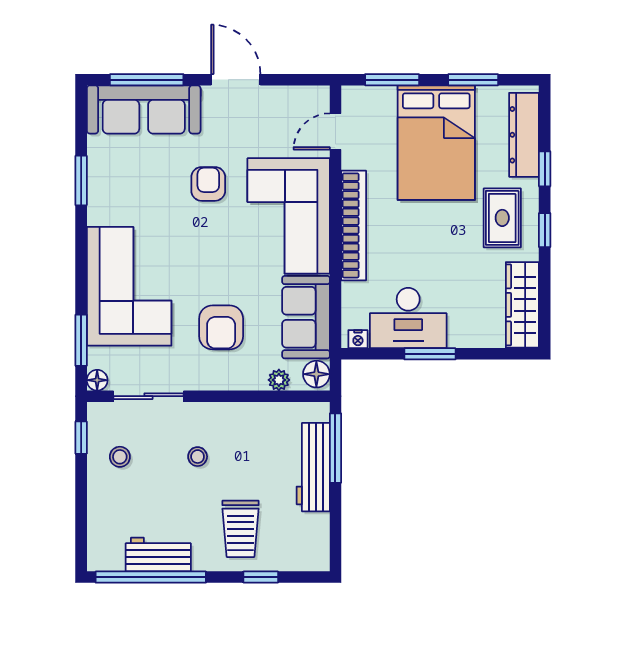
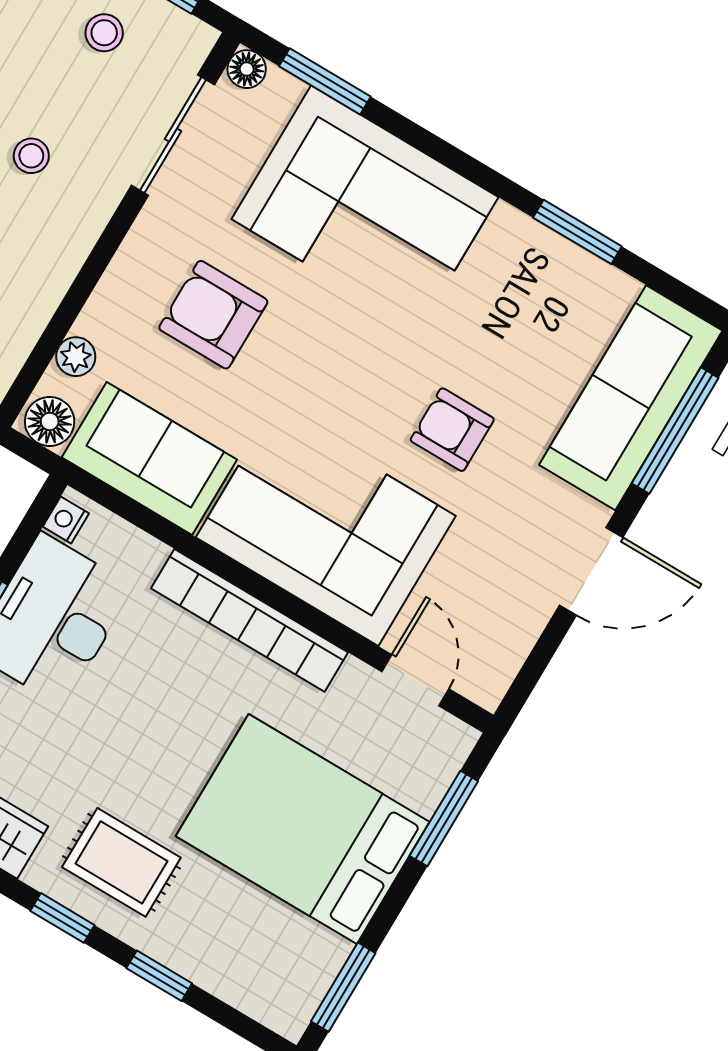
window: (473, 80) -> (343, 987), moved
dresser: (524, 135) -> (232, 975), removed
armchair: (208, 184) -> (452, 430), turned 180

